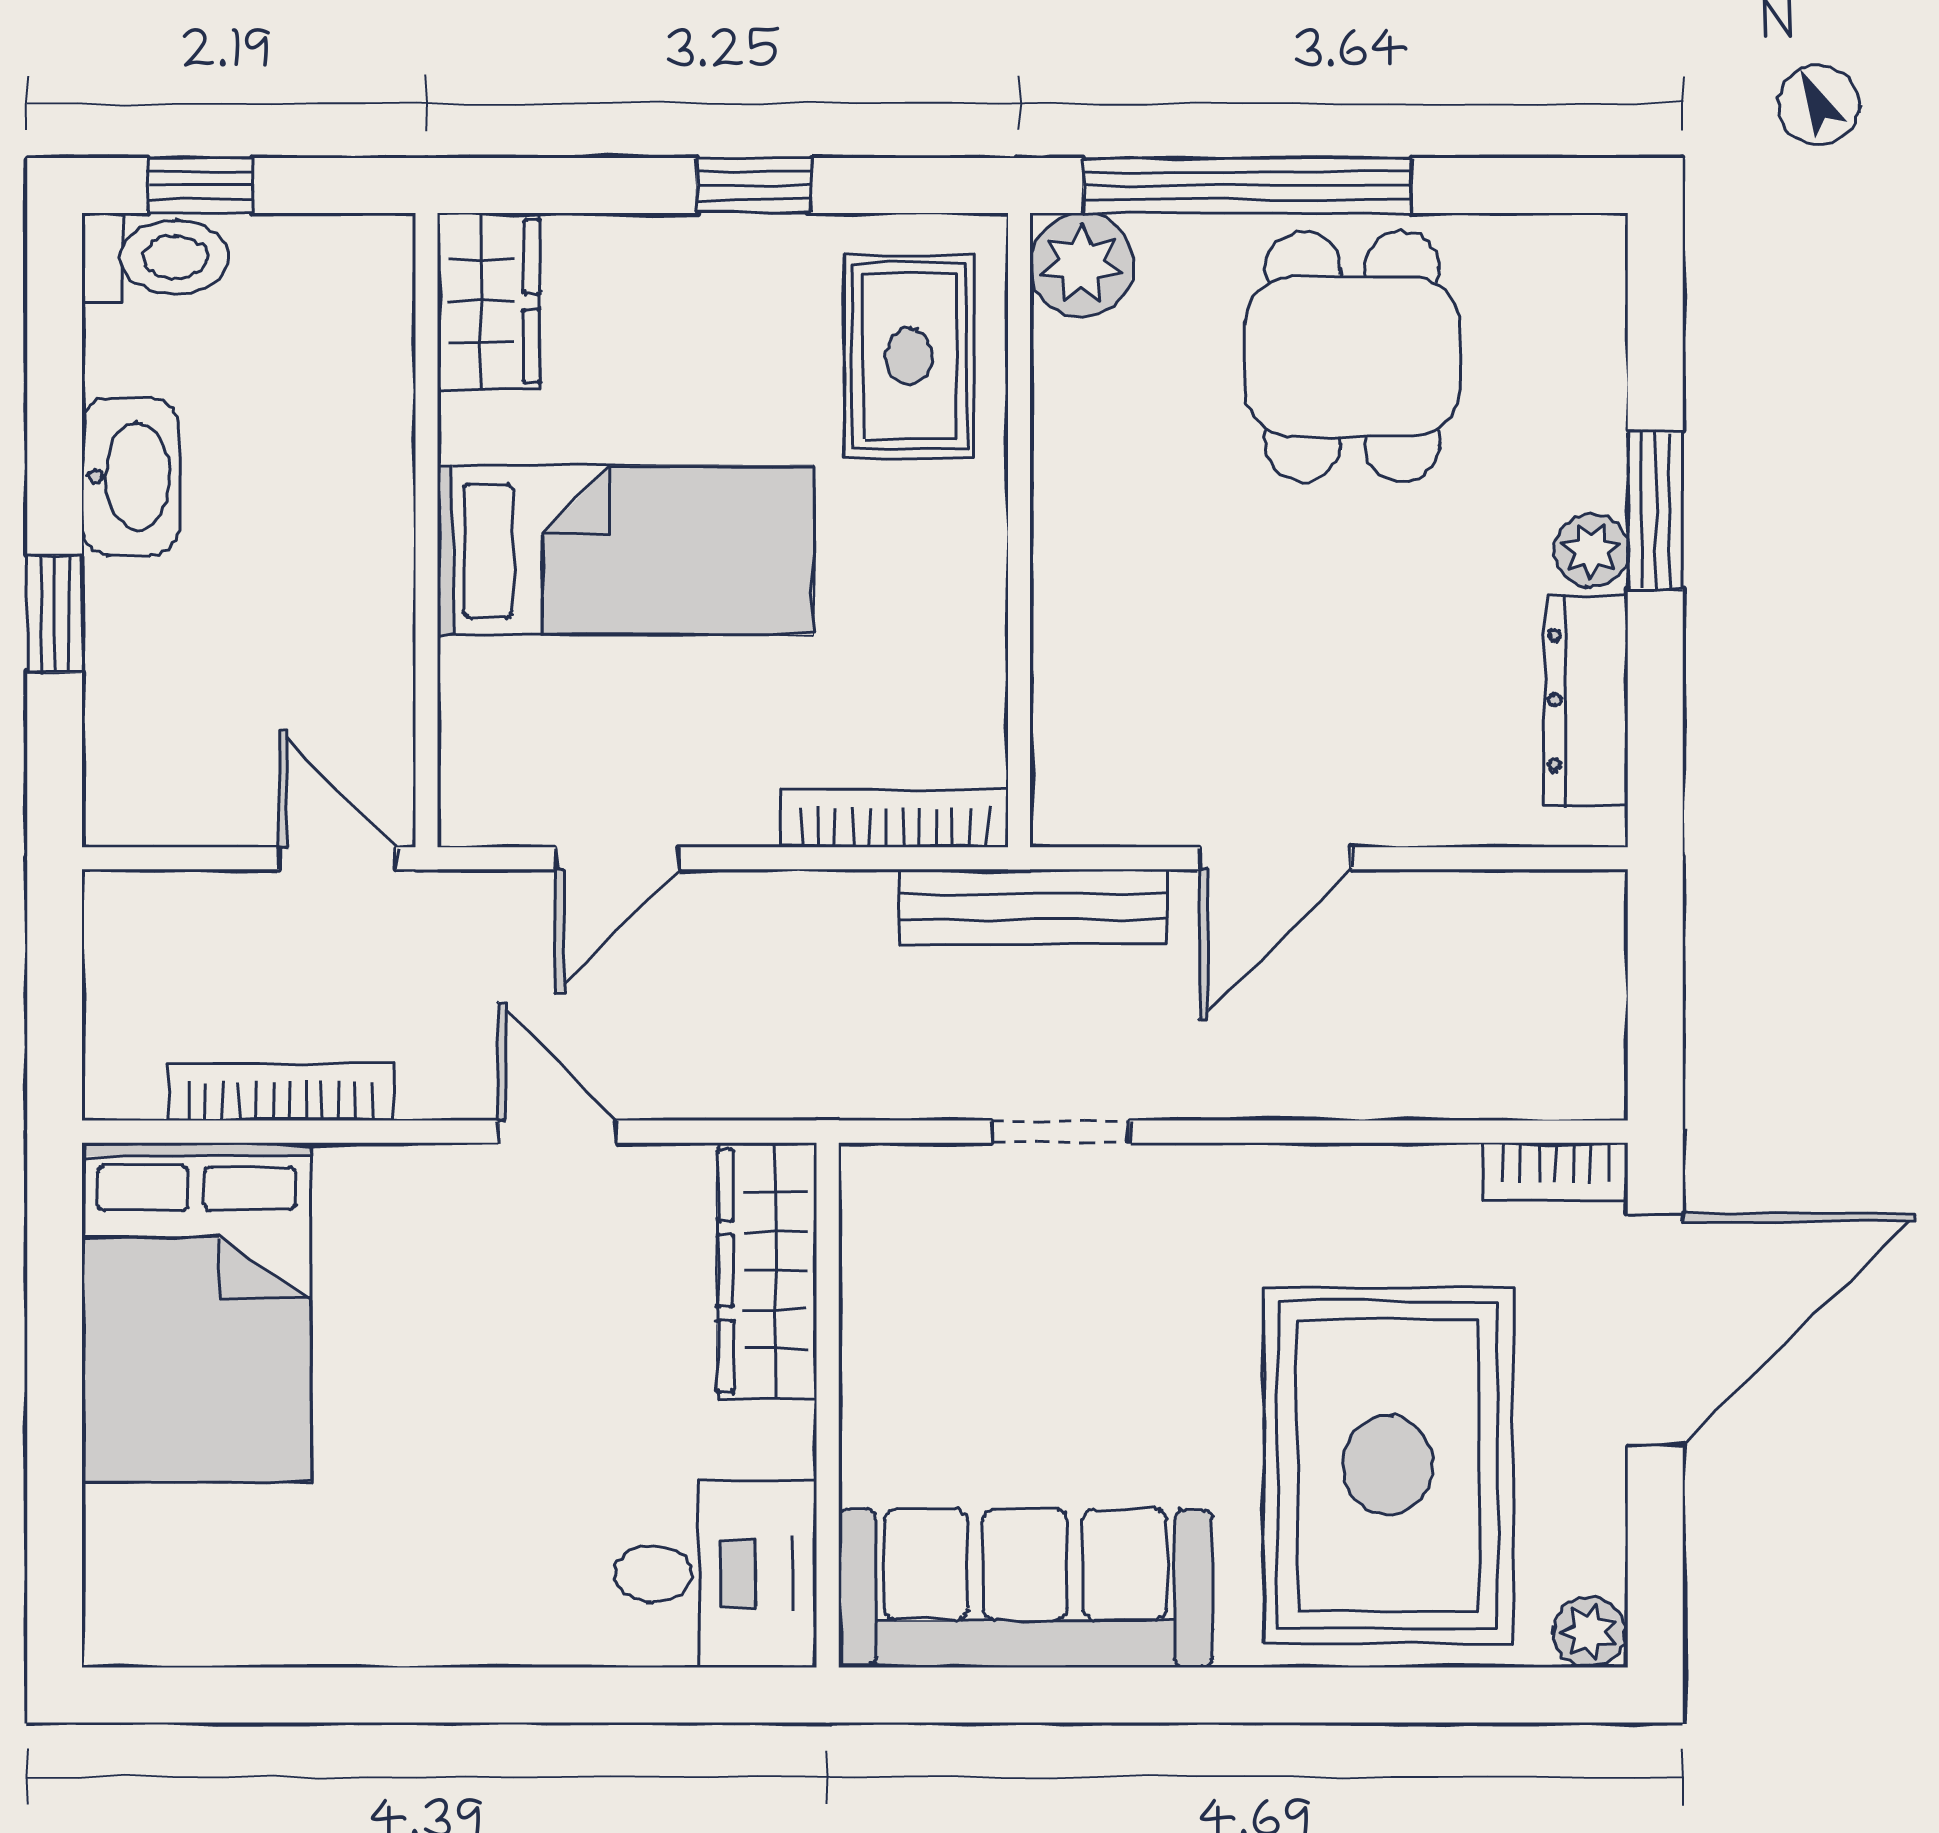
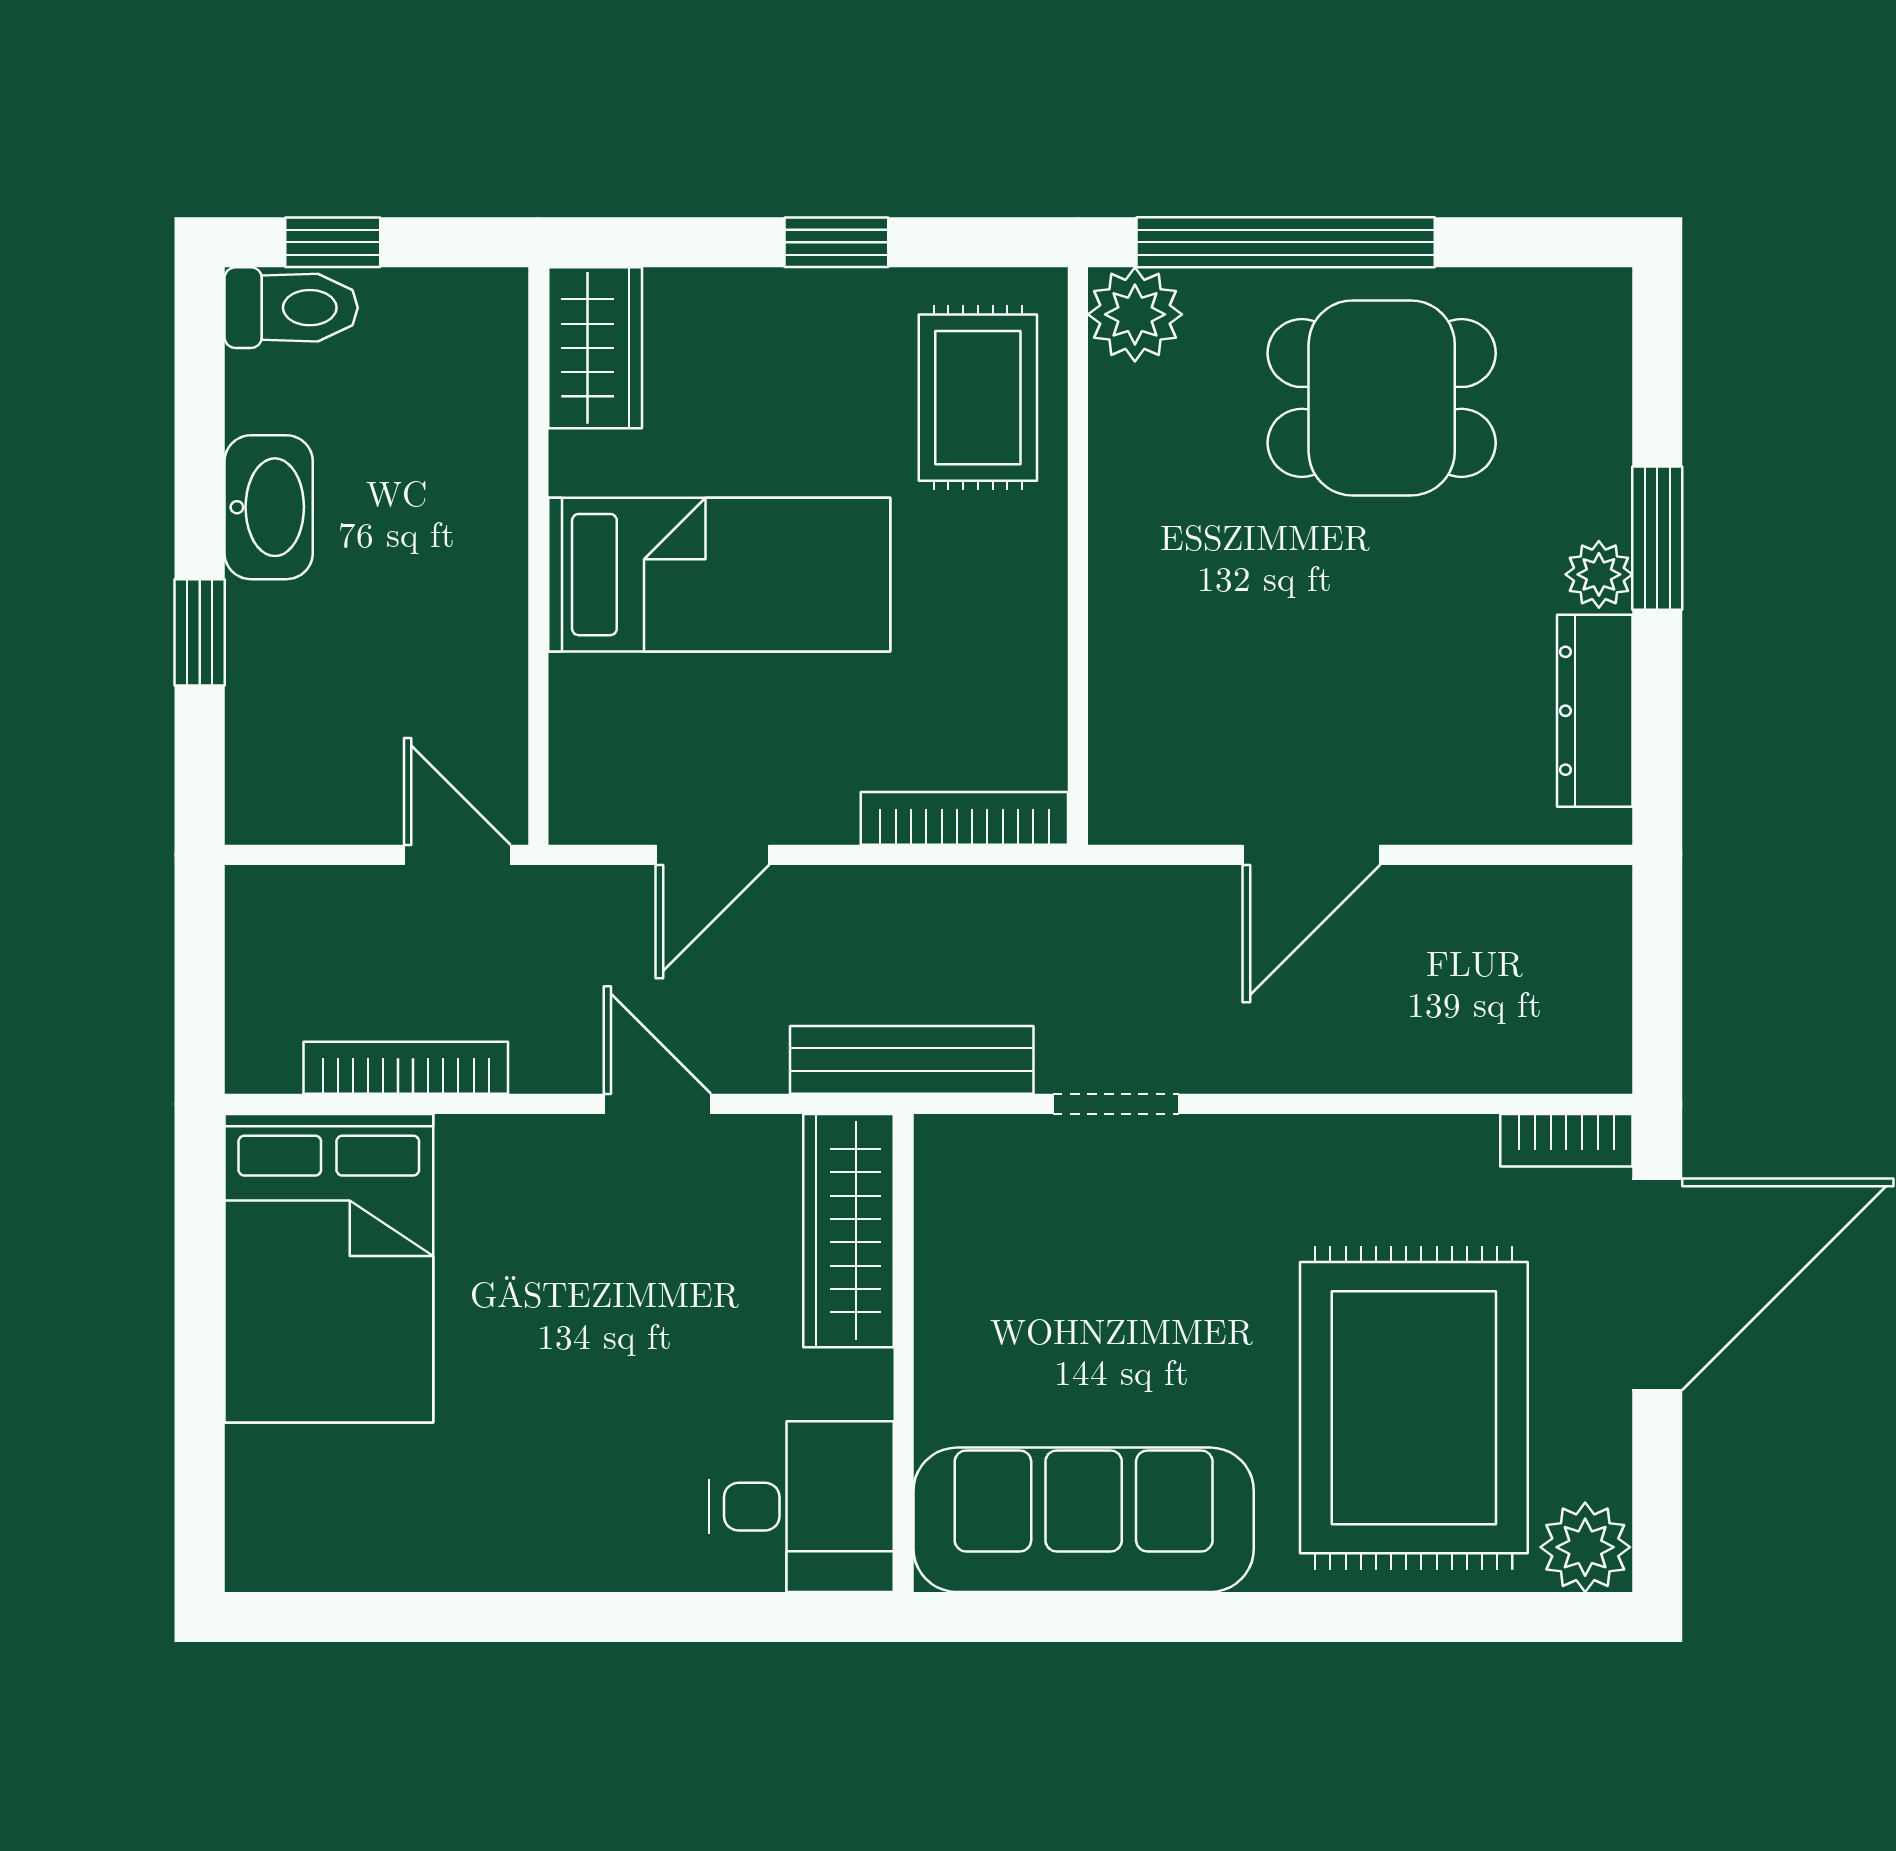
dining table: (1353, 356) -> (1382, 398), turned 90
bench: (1033, 907) -> (912, 1060), moved
plant: (1589, 1632) -> (1585, 1547), width x1.38, depth x1.38

